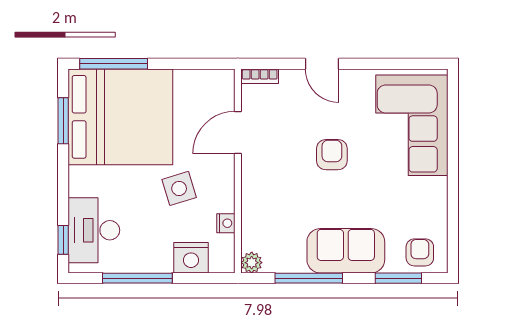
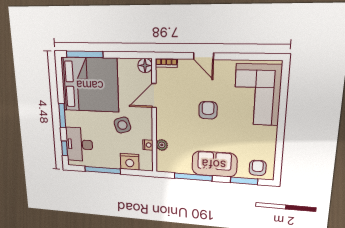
floor lamp: (223, 81) -> (145, 66), added
window: (63, 121) -> (62, 116), moved
plant: (252, 263) -> (162, 145), moved

